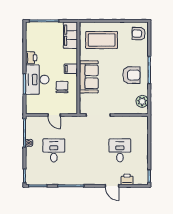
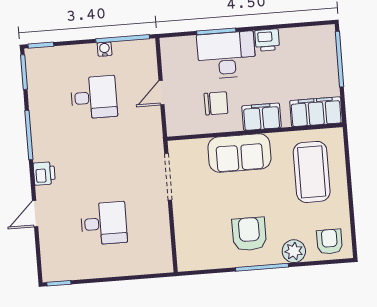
filing cabinet: (71, 69) -> (262, 117), width x2.00
armchair: (131, 75) -> (249, 234), turned 180
plant: (142, 101) -> (294, 251), moved
printer: (127, 179) -> (44, 173), moved

